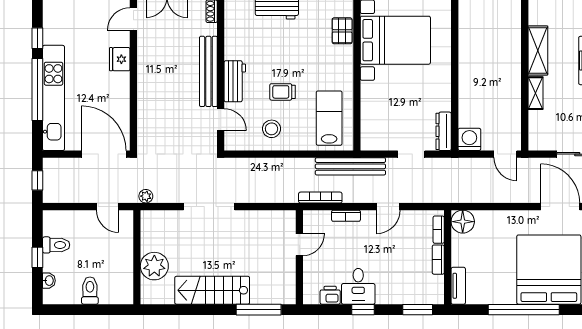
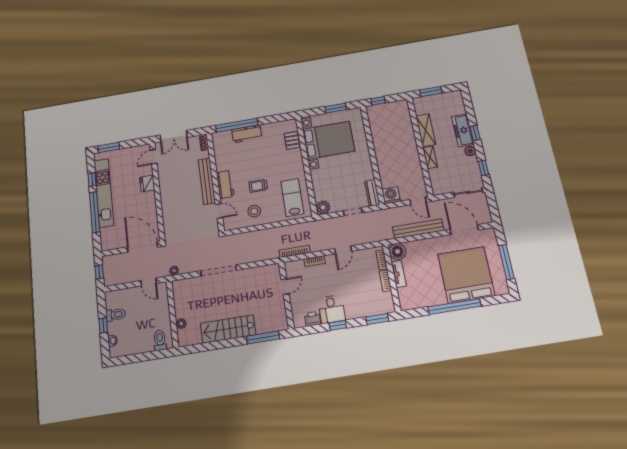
kitchen unit: (53, 98) -> (104, 193), moved
plant: (371, 140) -> (323, 207), added
bench: (350, 166) -> (418, 229), moved
plant: (154, 266) -> (181, 324), width x0.53, depth x0.53
tv unit: (458, 286) -> (399, 274), moved
toilet: (90, 291) -> (160, 340), moved

